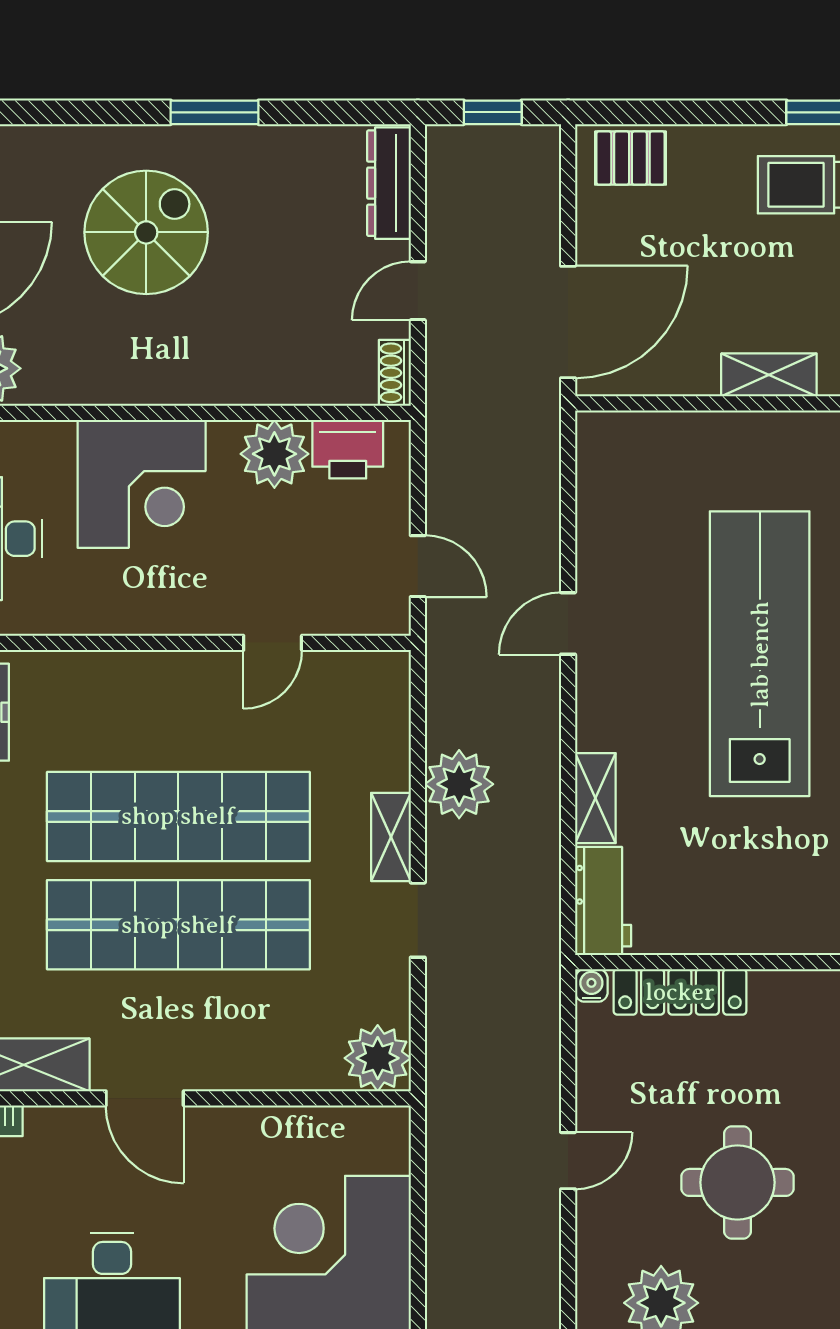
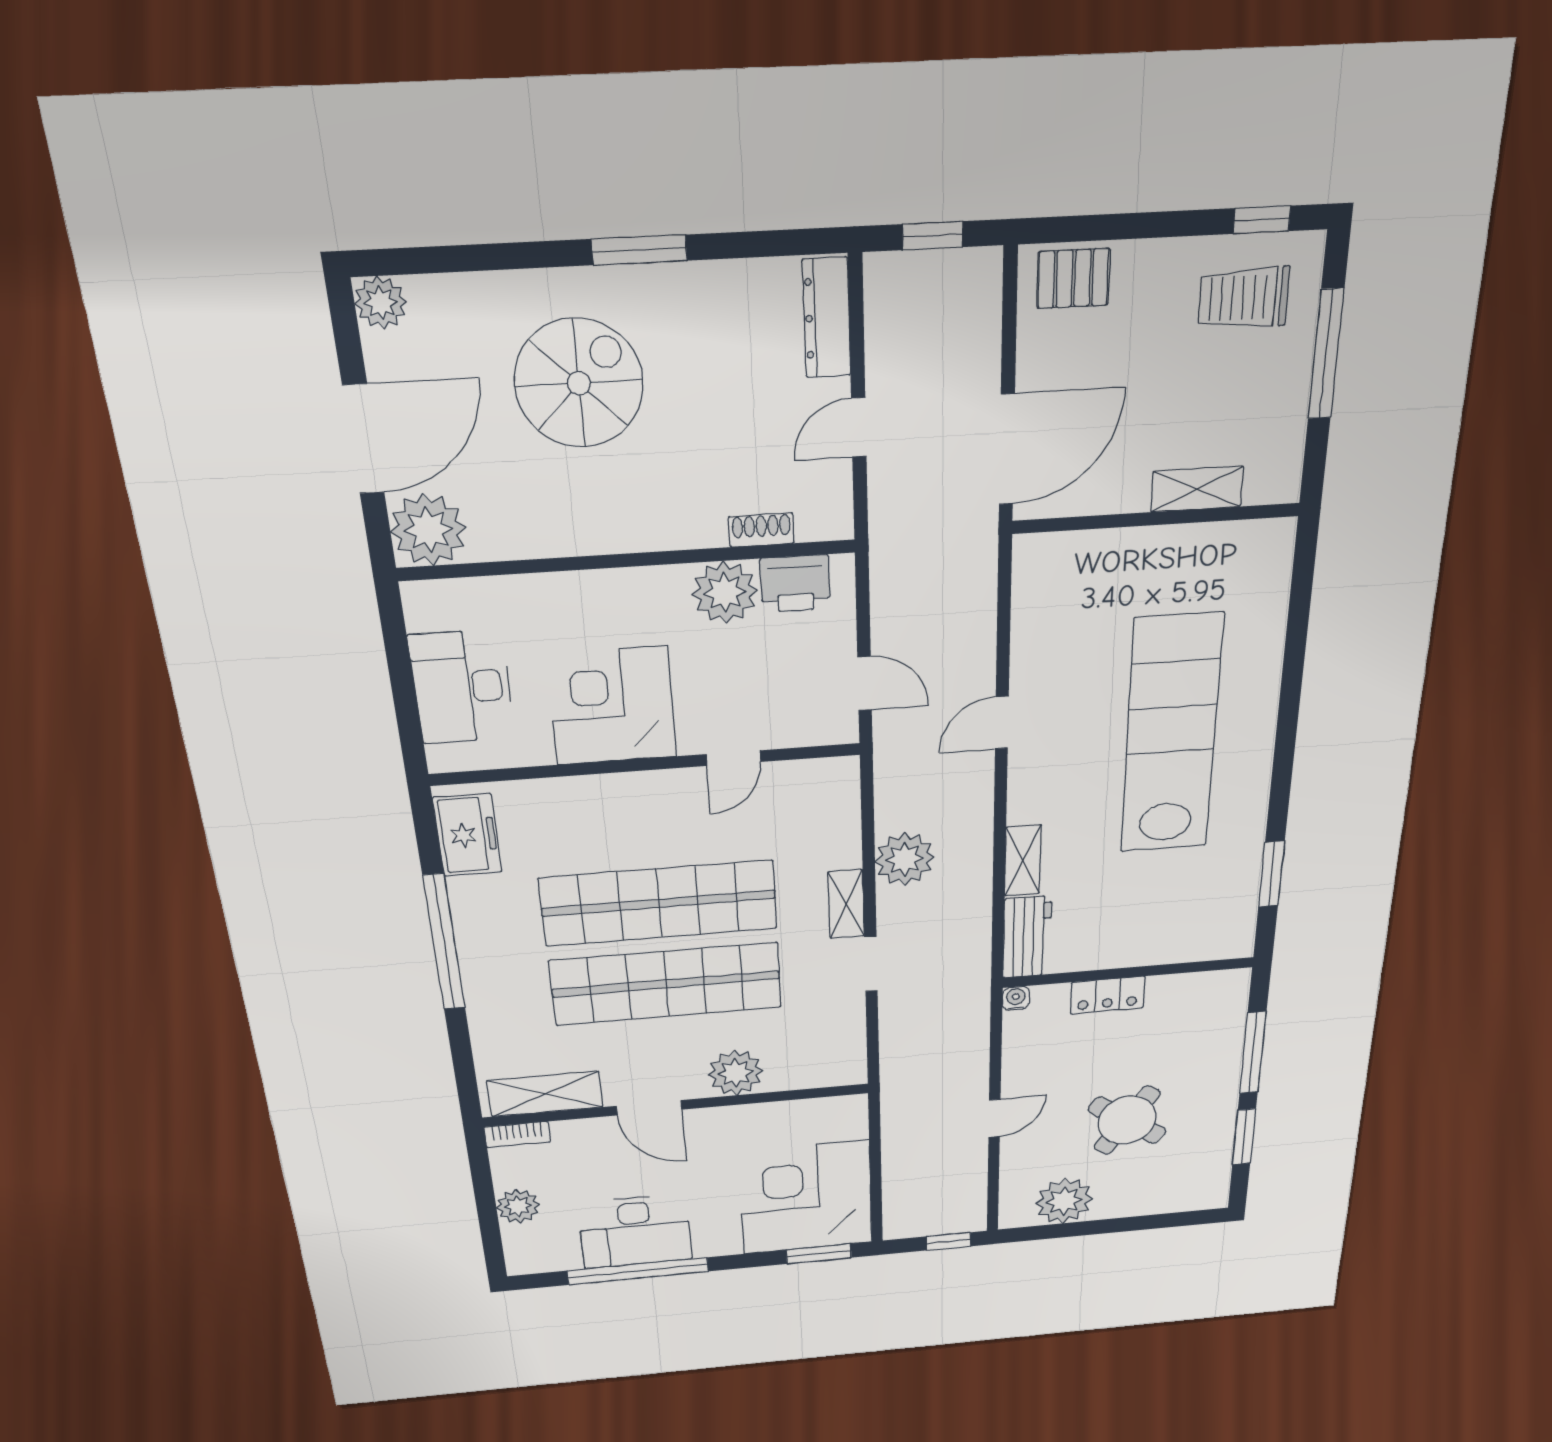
shoe rack: (395, 373) -> (761, 530), moved, turned 90
corner desk: (142, 484) -> (612, 706), moved, turned 180
locker: (680, 992) -> (1108, 995), width x0.66
plant: (378, 1058) -> (736, 1073), moved
round table: (737, 1182) -> (1127, 1120), turned 35

